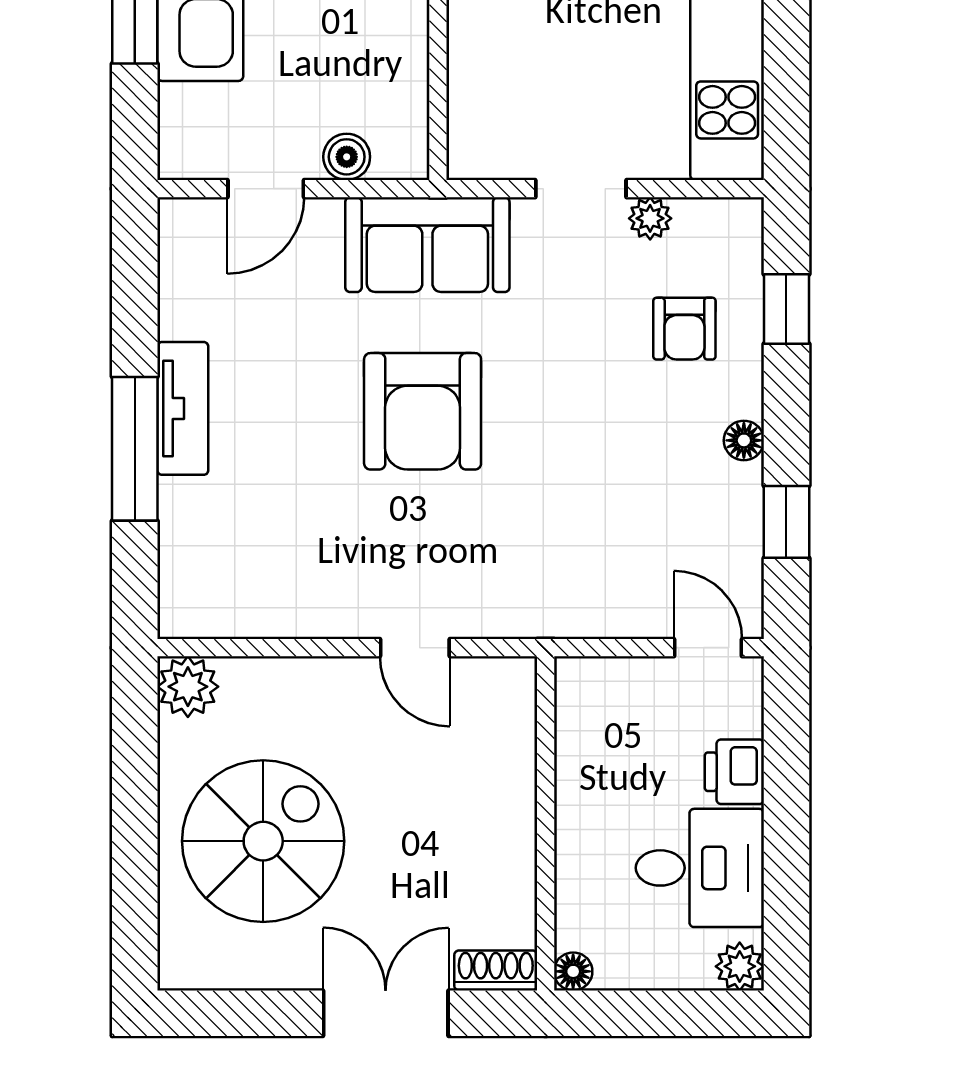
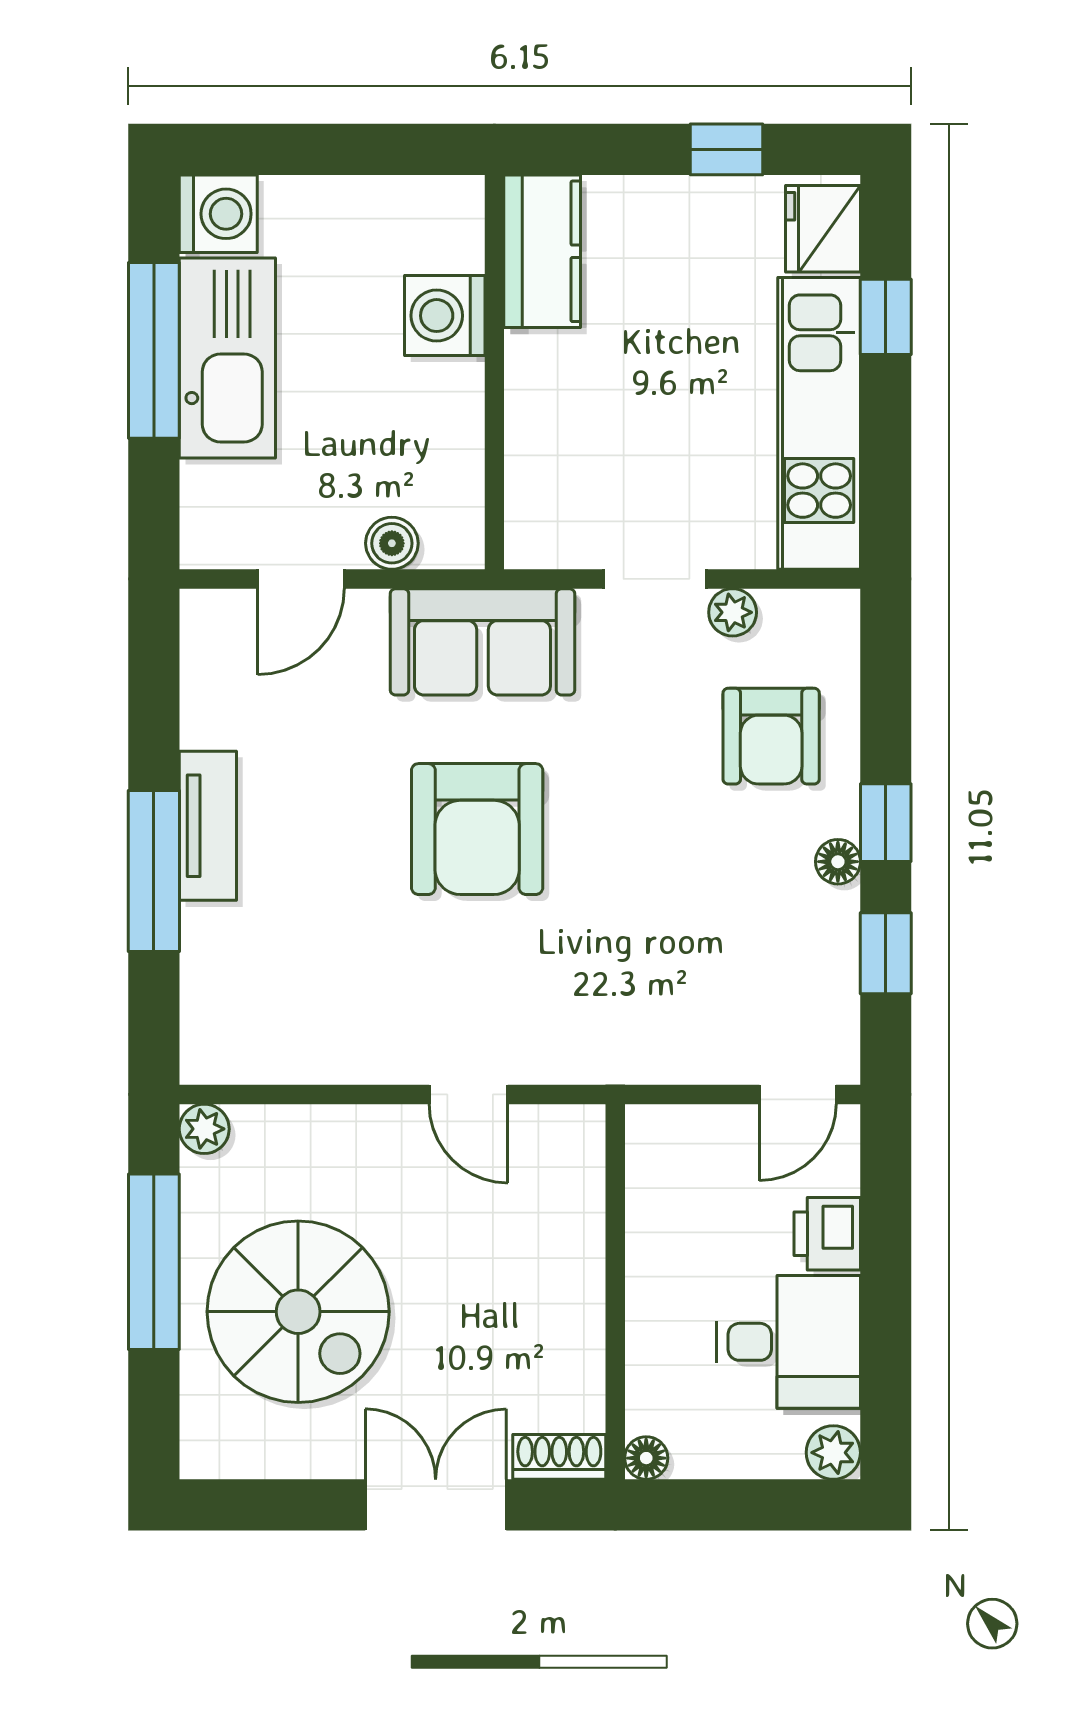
window: (786, 309) -> (886, 823), moved
armchair: (684, 329) -> (771, 736), width x1.38, depth x1.38
door: (708, 648) -> (798, 1094), swing flipped
plant: (188, 687) -> (204, 1129), width x0.73, depth x0.73
window: (135, 797) -> (154, 1262), added
spiral stairs: (263, 841) -> (298, 1312), turned 90

